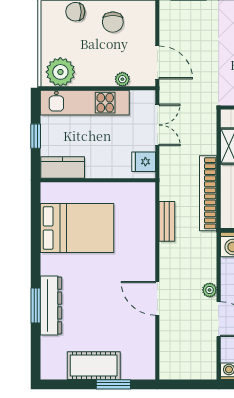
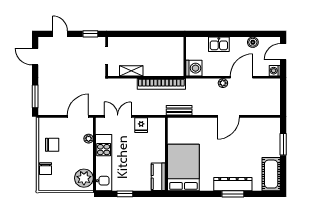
kitchen counter: (63, 168) -> (158, 177), moved
wall: (98, 180) -> (166, 154), moved
cot: (94, 366) -> (271, 174), moved

